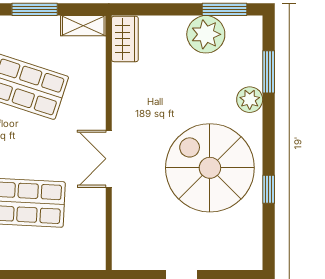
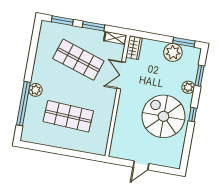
double door: (109, 159) -> (121, 75), moved
window: (269, 189) -> (193, 114), moved

